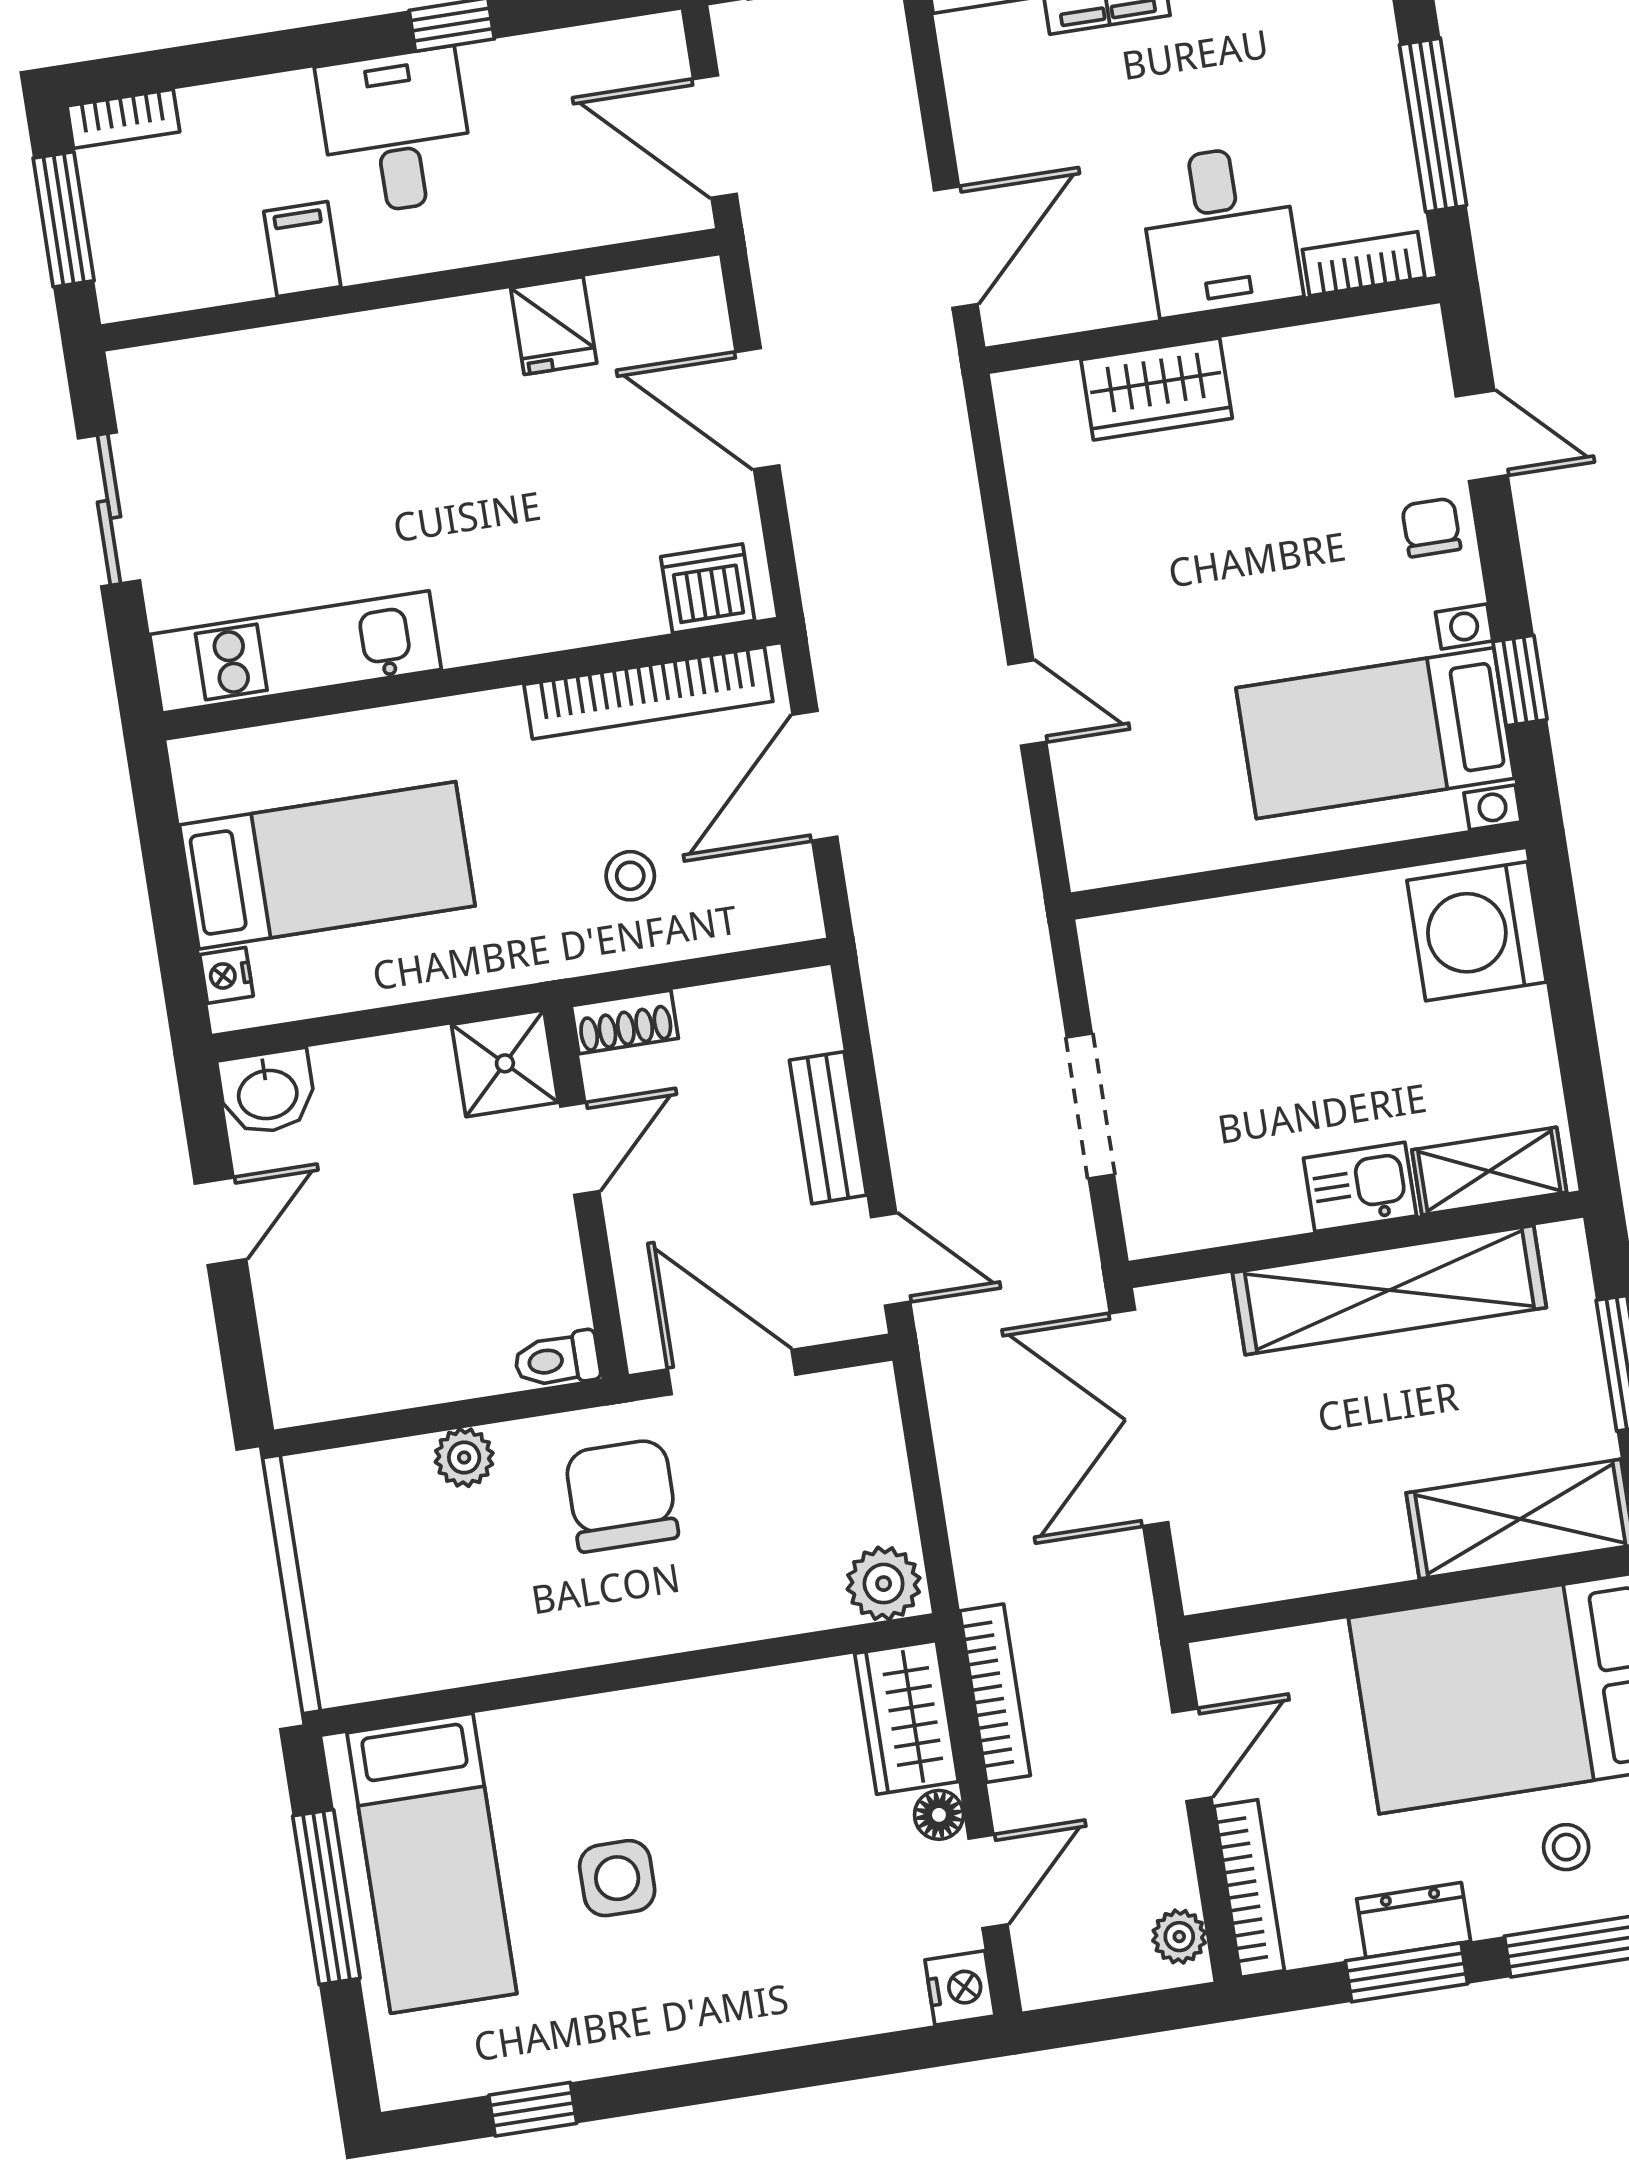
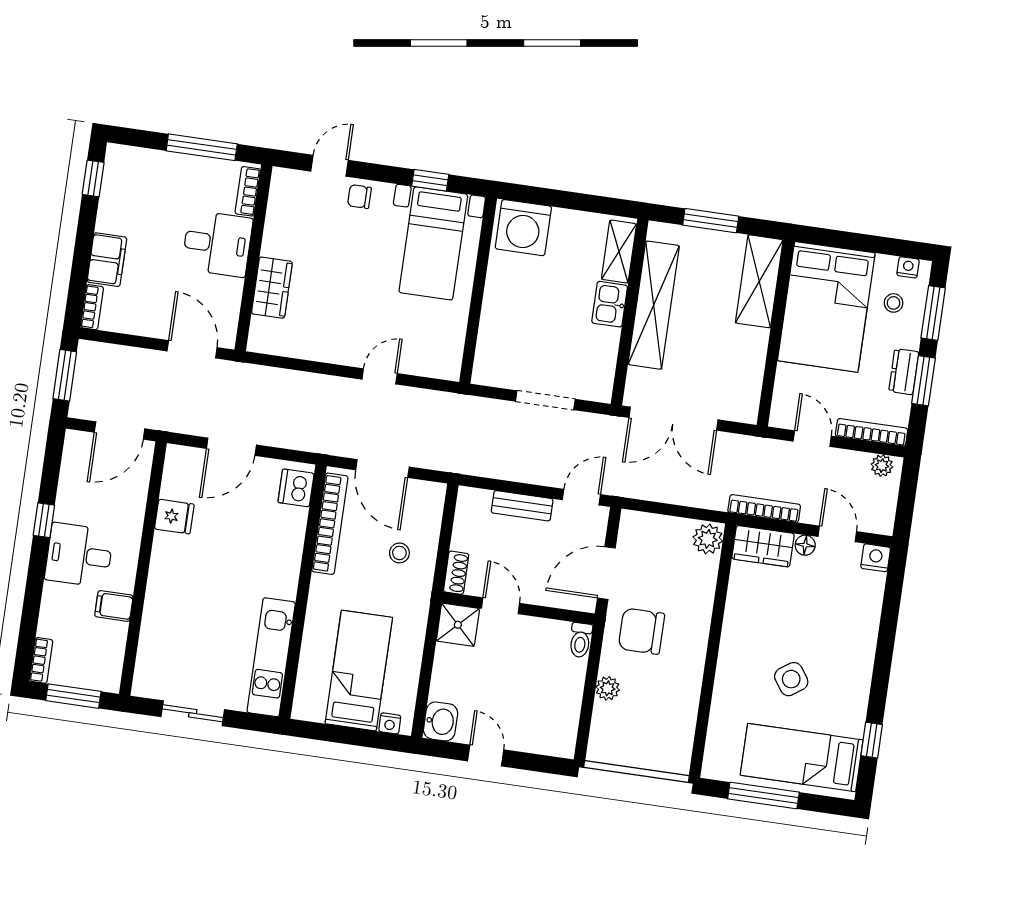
bed: (432, 1863) -> (802, 758), moved, turned 180
side table: (617, 1878) -> (791, 679), turned -35

